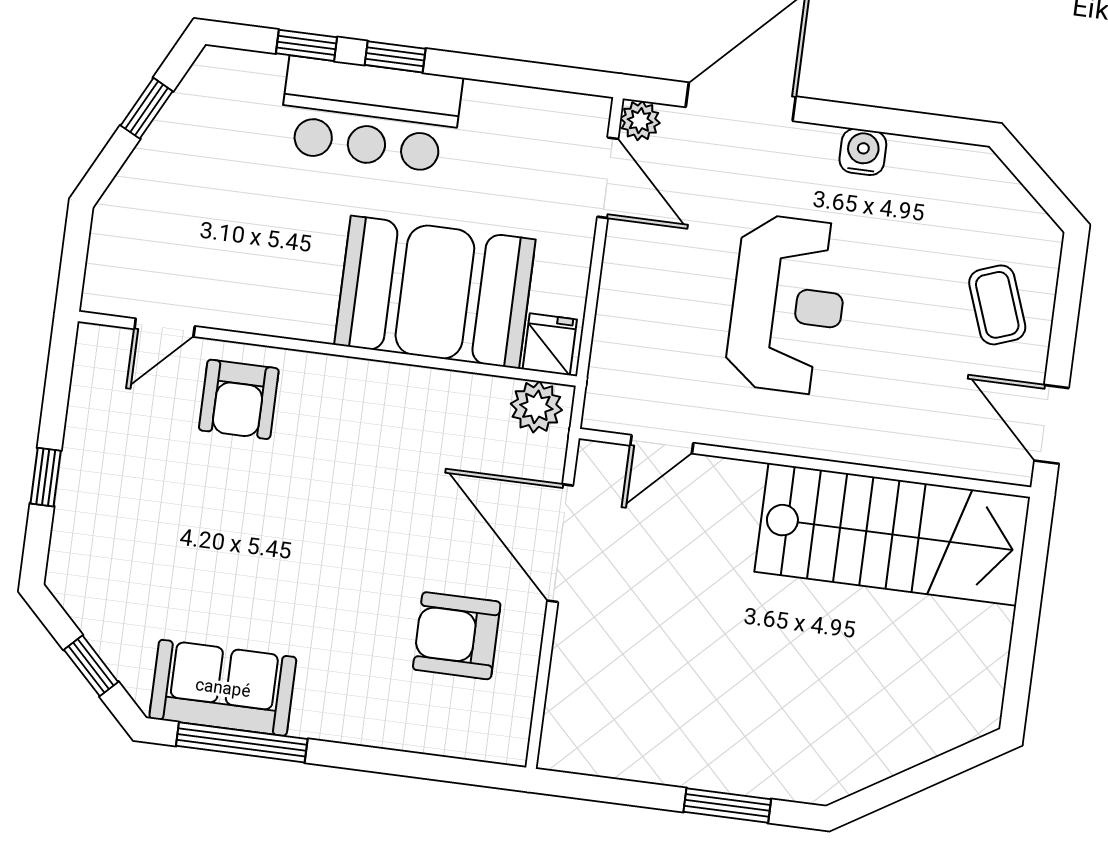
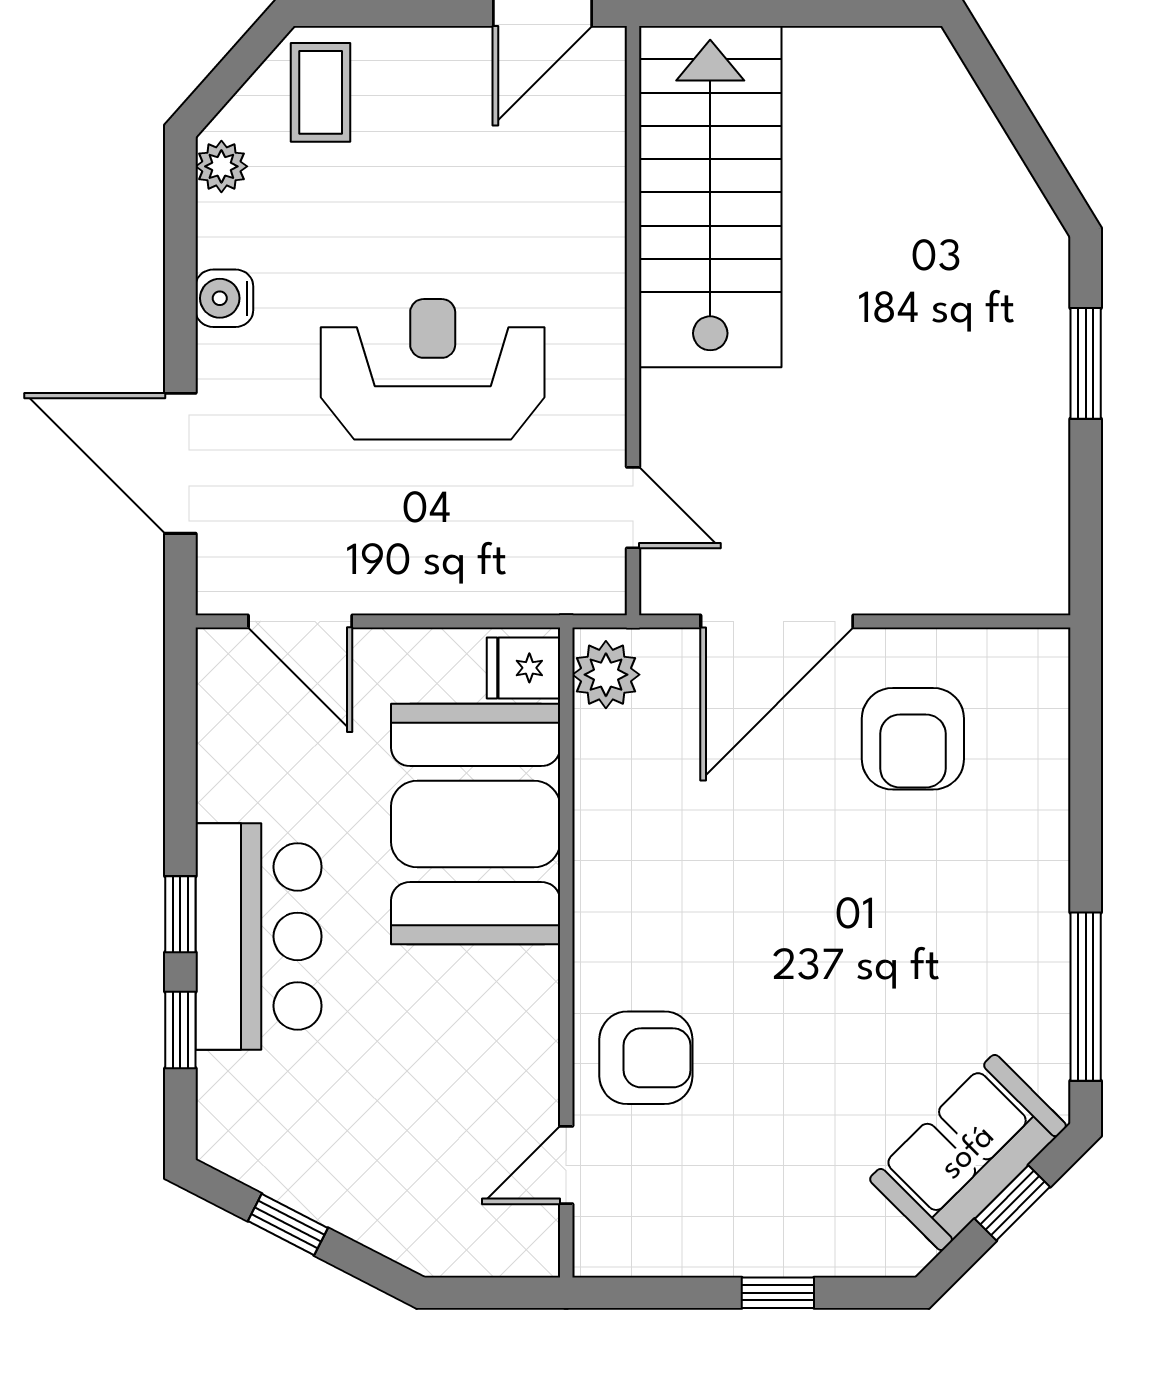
plant: (640, 121) -> (221, 166), moved
door: (608, 178) -> (300, 621), swing flipped
coffee table: (997, 305) -> (321, 92), moved, turned -70
door: (165, 328) -> (566, 1165), swing flipped
sofa: (223, 688) -> (968, 1153), moved, turned 45

